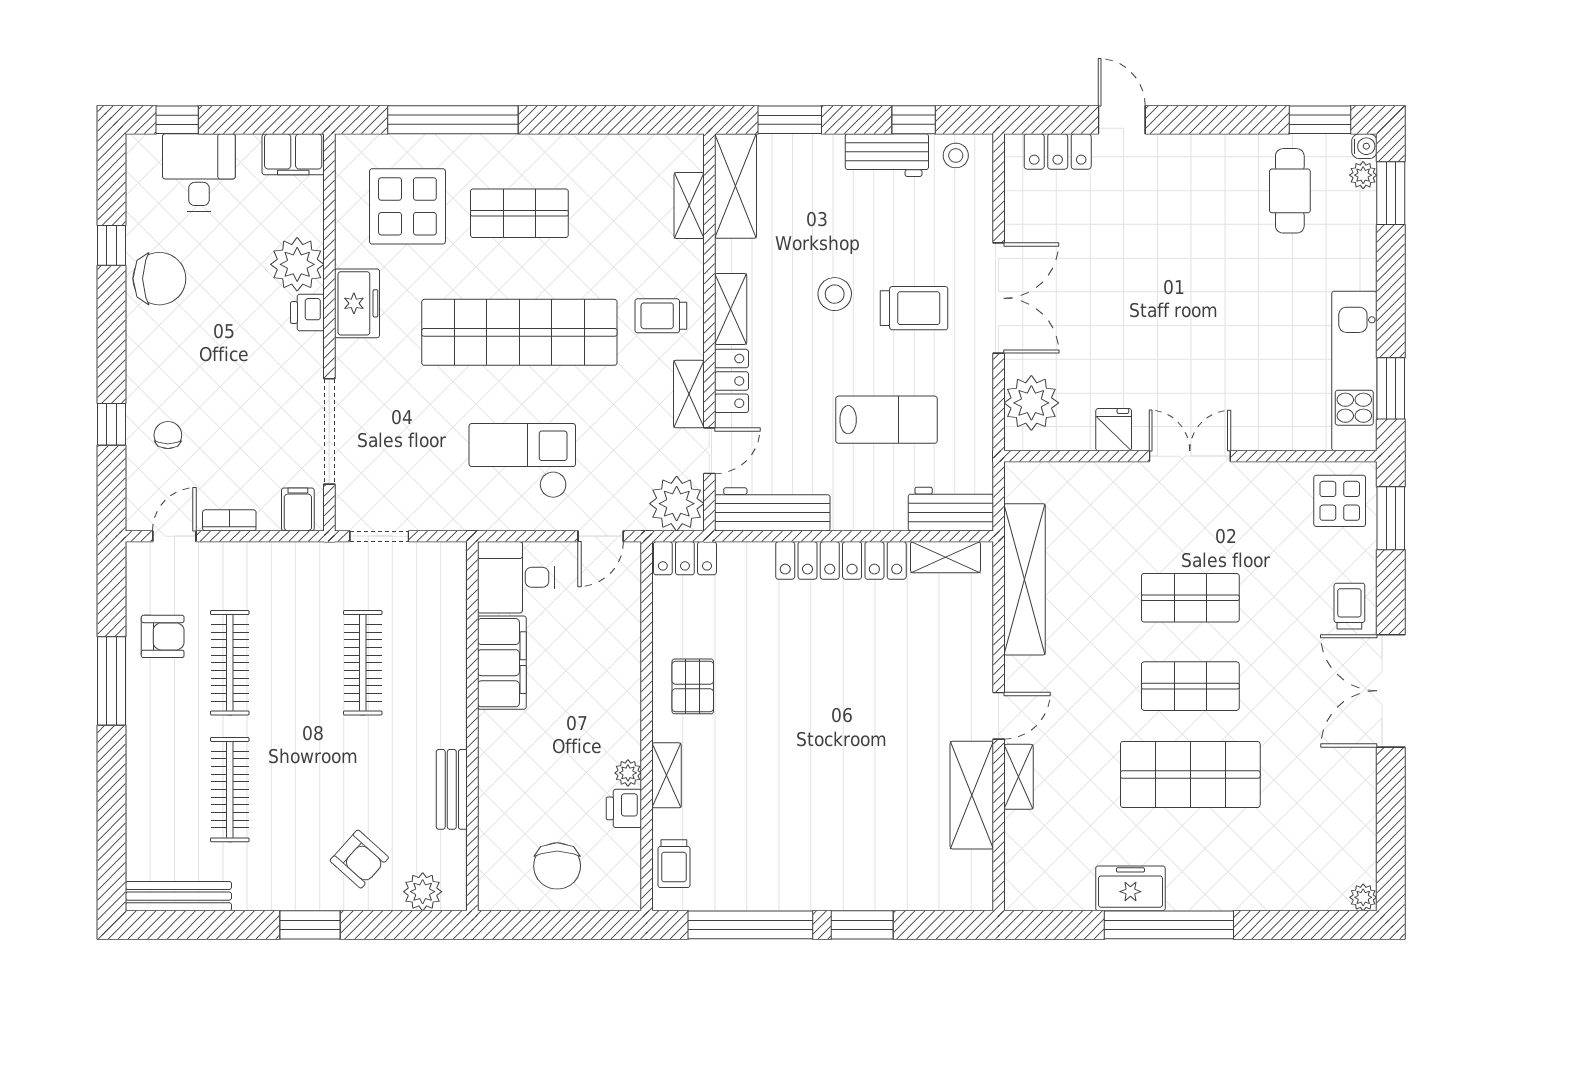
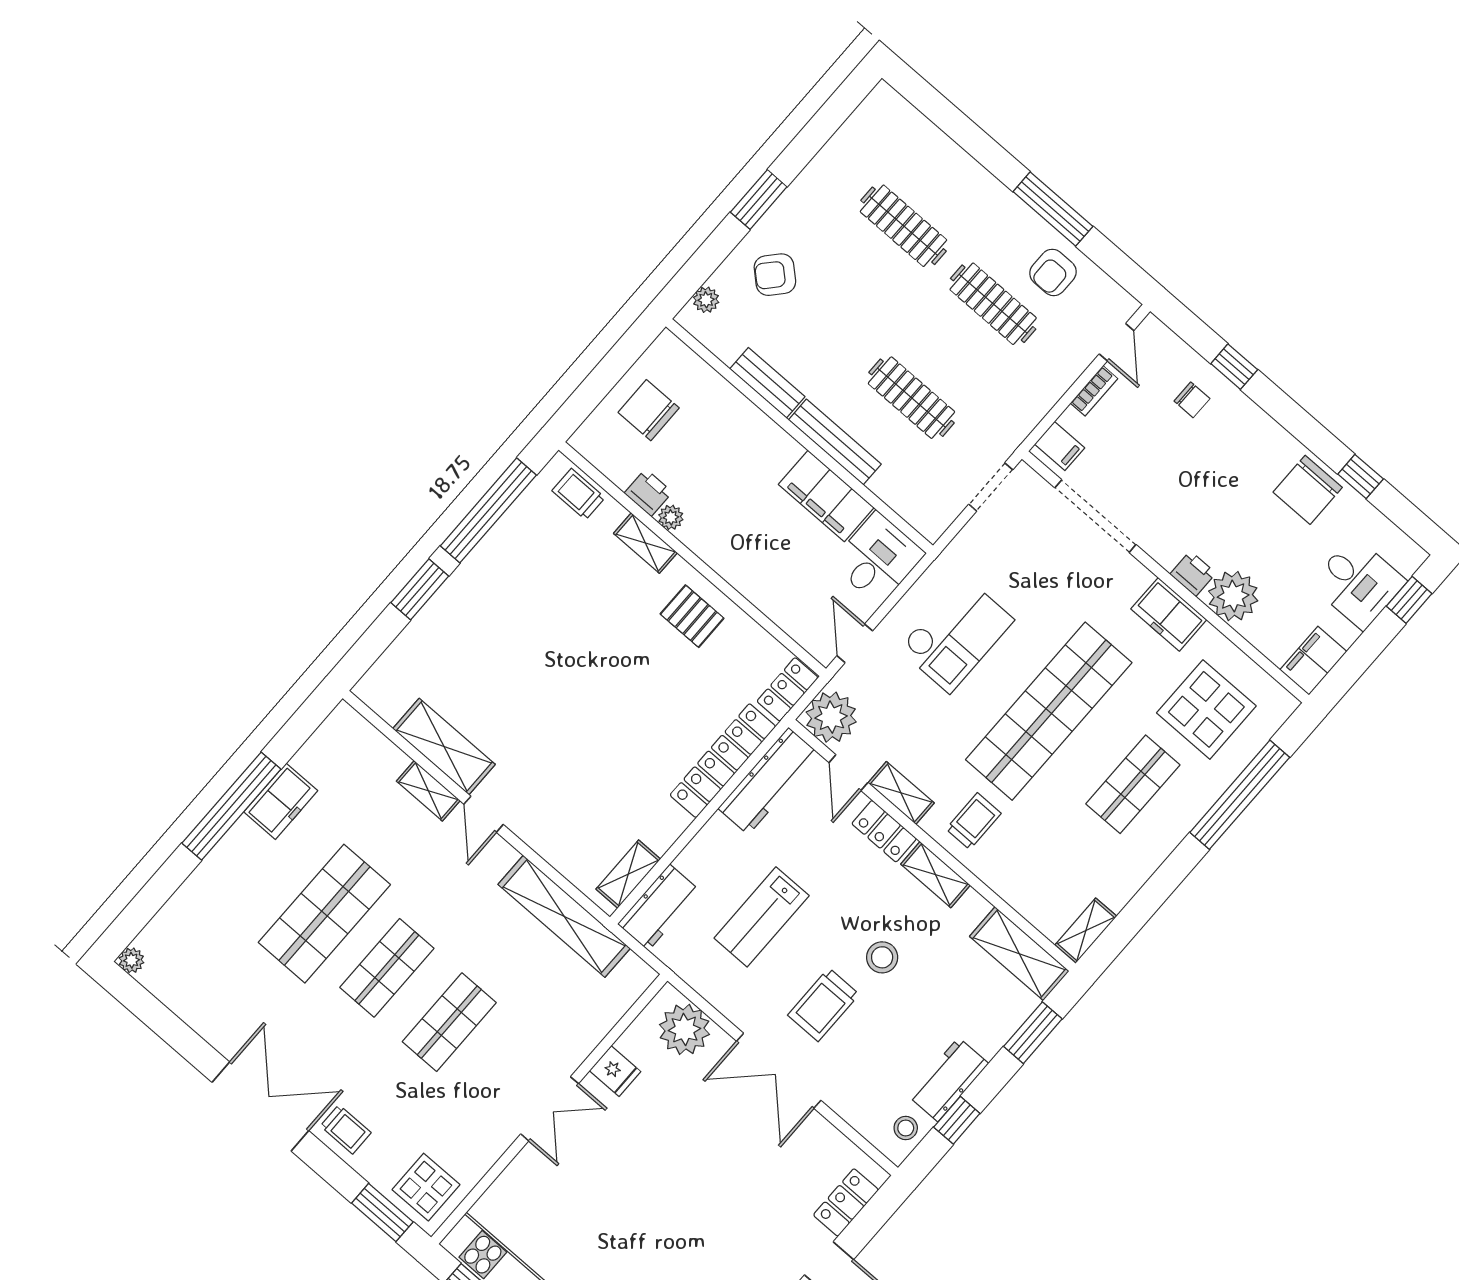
shelving: (689, 206) -> (1086, 931), moved, turned 90
locker: (841, 560) -> (723, 761), moved
plant: (423, 892) -> (706, 300), width x0.73, depth x0.73
bench: (178, 896) -> (835, 442), moved, turned 90

